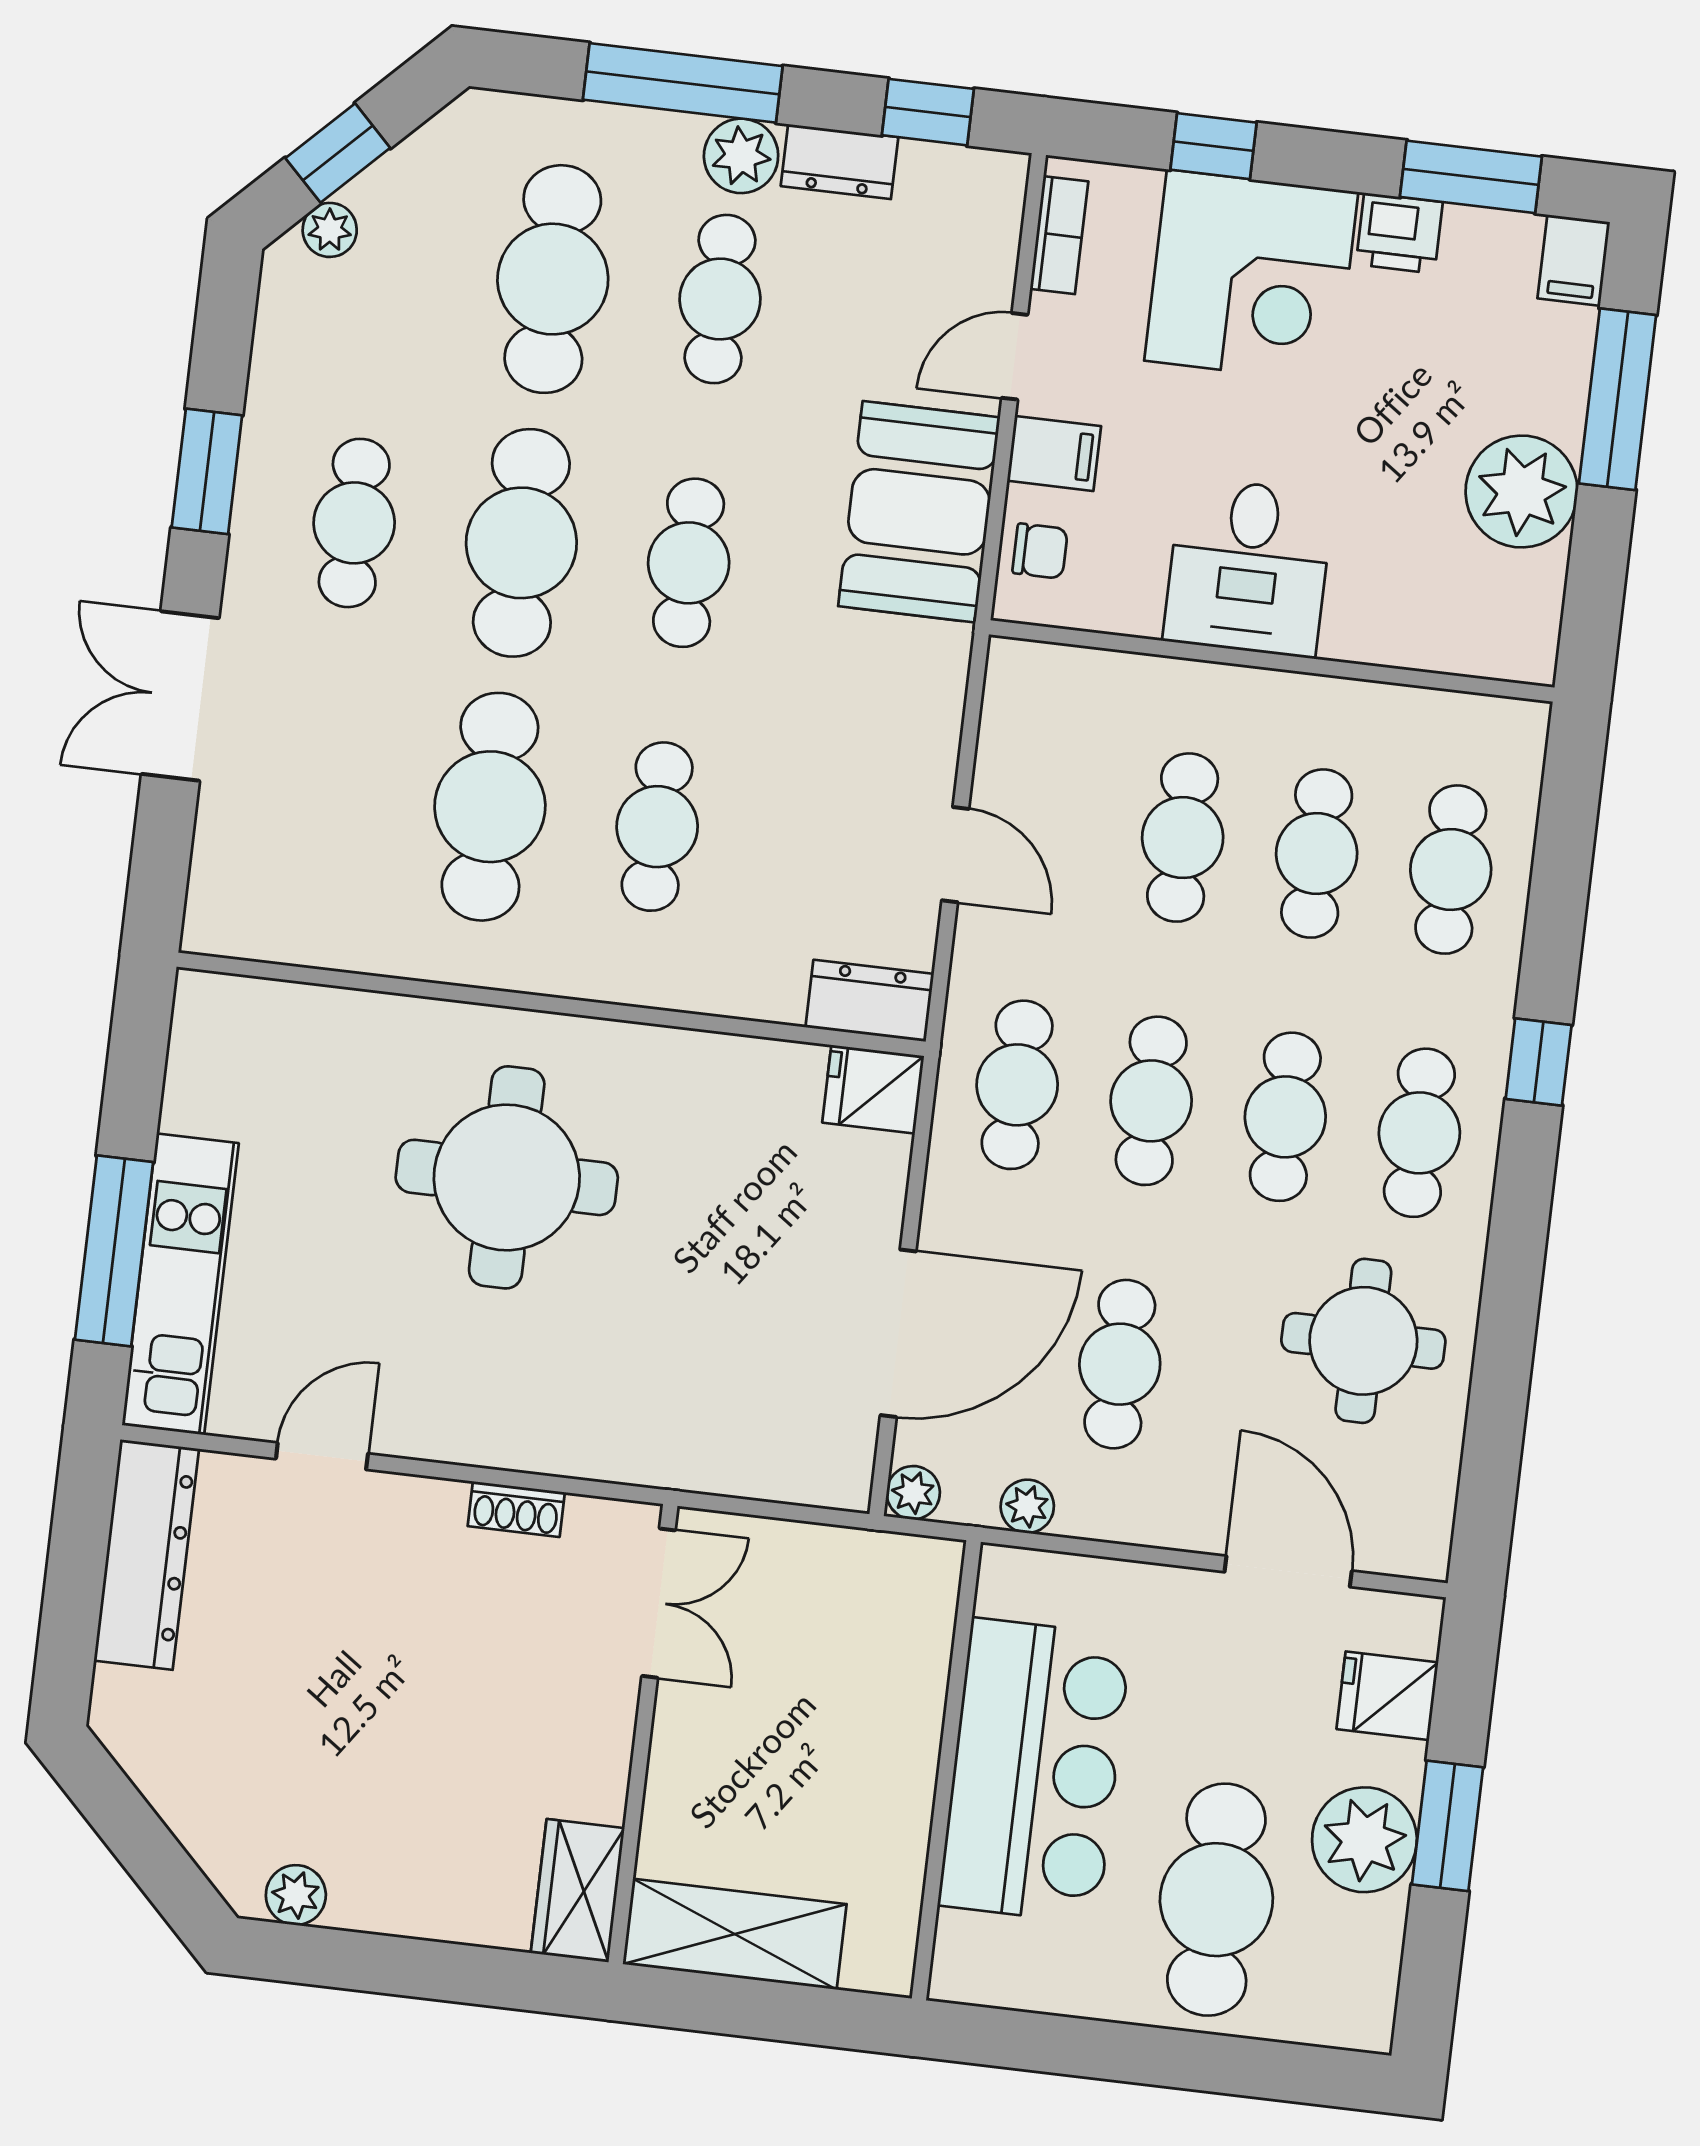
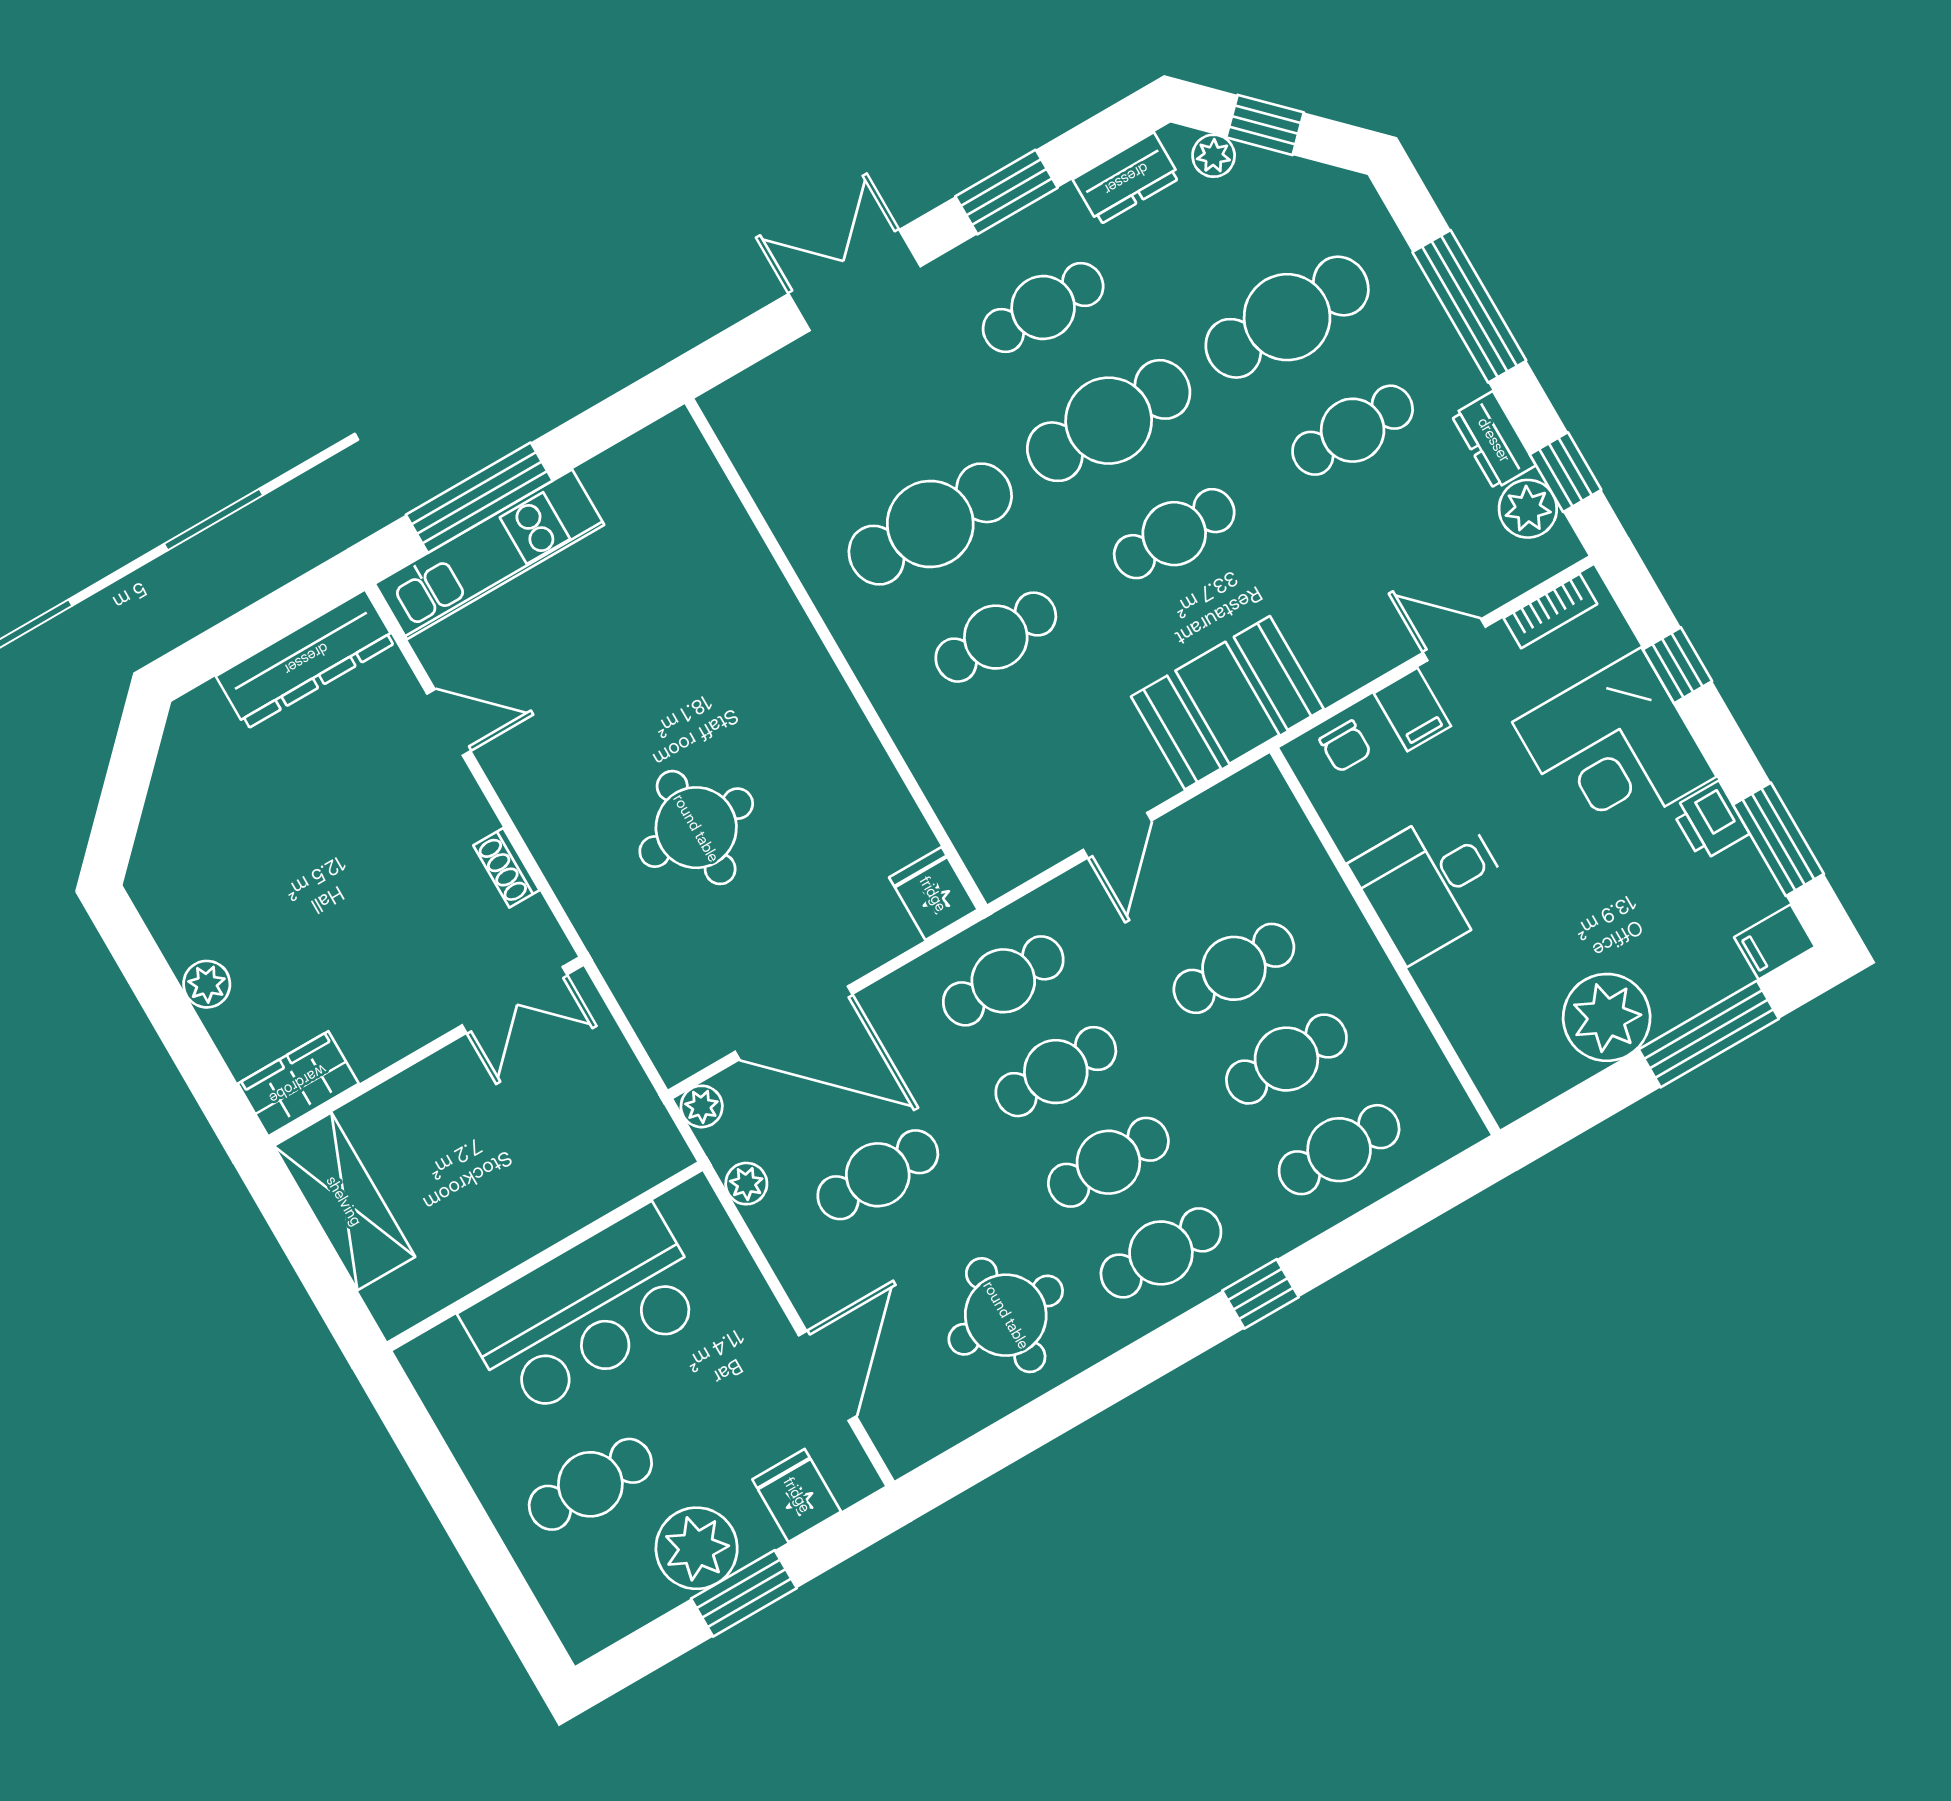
plant: (741, 156) -> (1528, 509), moved
booth: (919, 512) -> (1227, 703), moved
dresser: (870, 1001) -> (1126, 179), moved, turned 90
round table: (507, 1177) -> (696, 828), moved, width x0.73, depth x0.73
plant: (296, 1895) -> (207, 984), moved
cafe table: (1216, 1900) -> (590, 1484), width x0.73, depth x0.74

